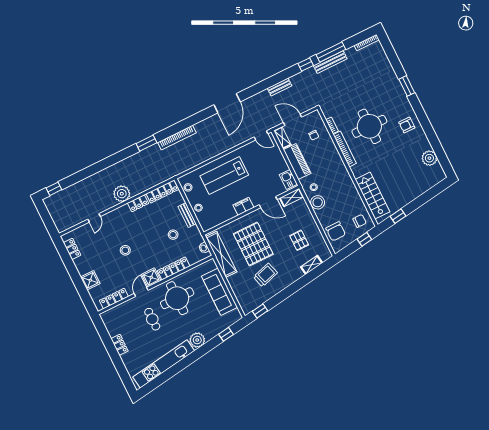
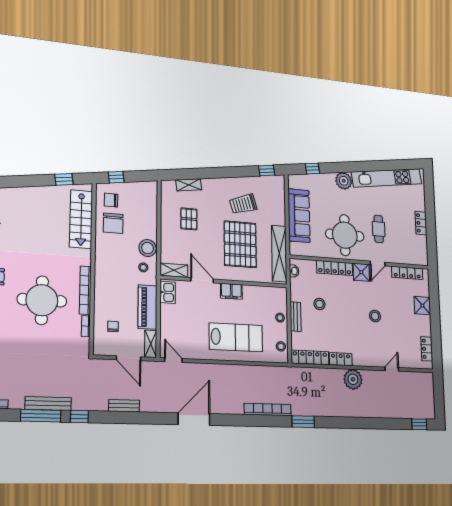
chair: (336, 231) -> (113, 223), moved, turned 180

